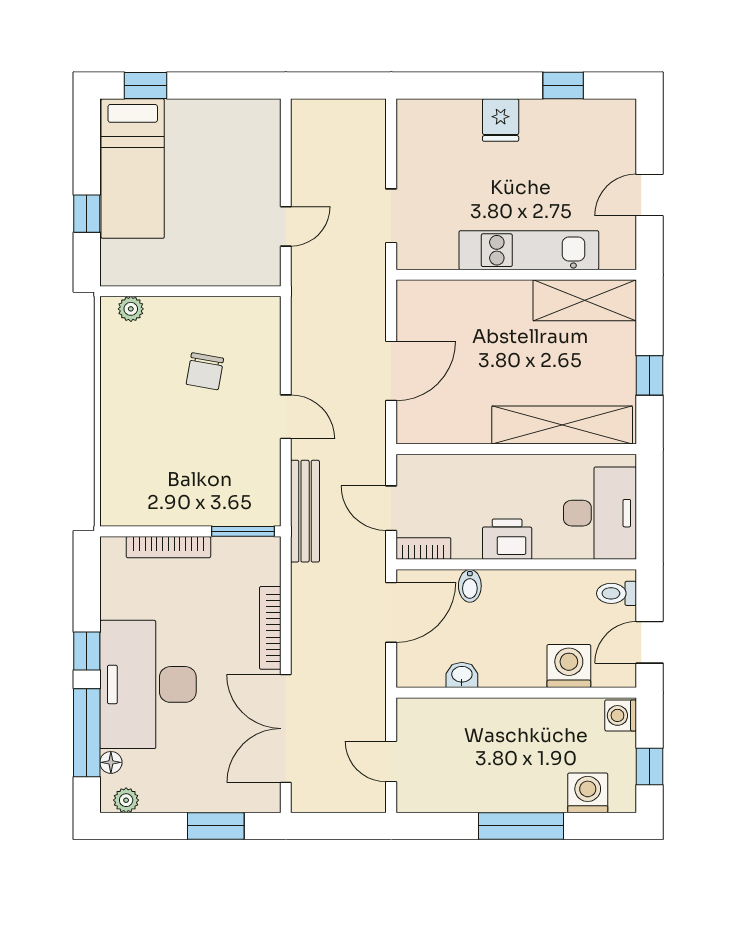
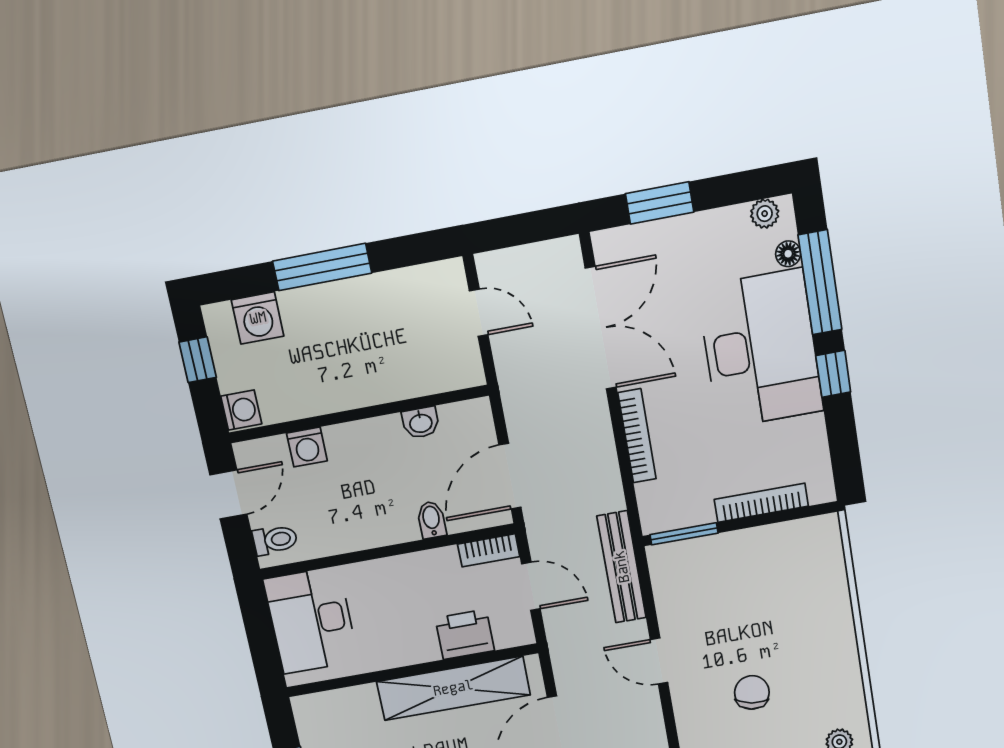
shelving: (562, 425) -> (453, 688), moved
printer: (507, 539) -> (465, 634), moved, turned 180
washing machine: (569, 666) -> (307, 447), width x0.73, depth x0.73

